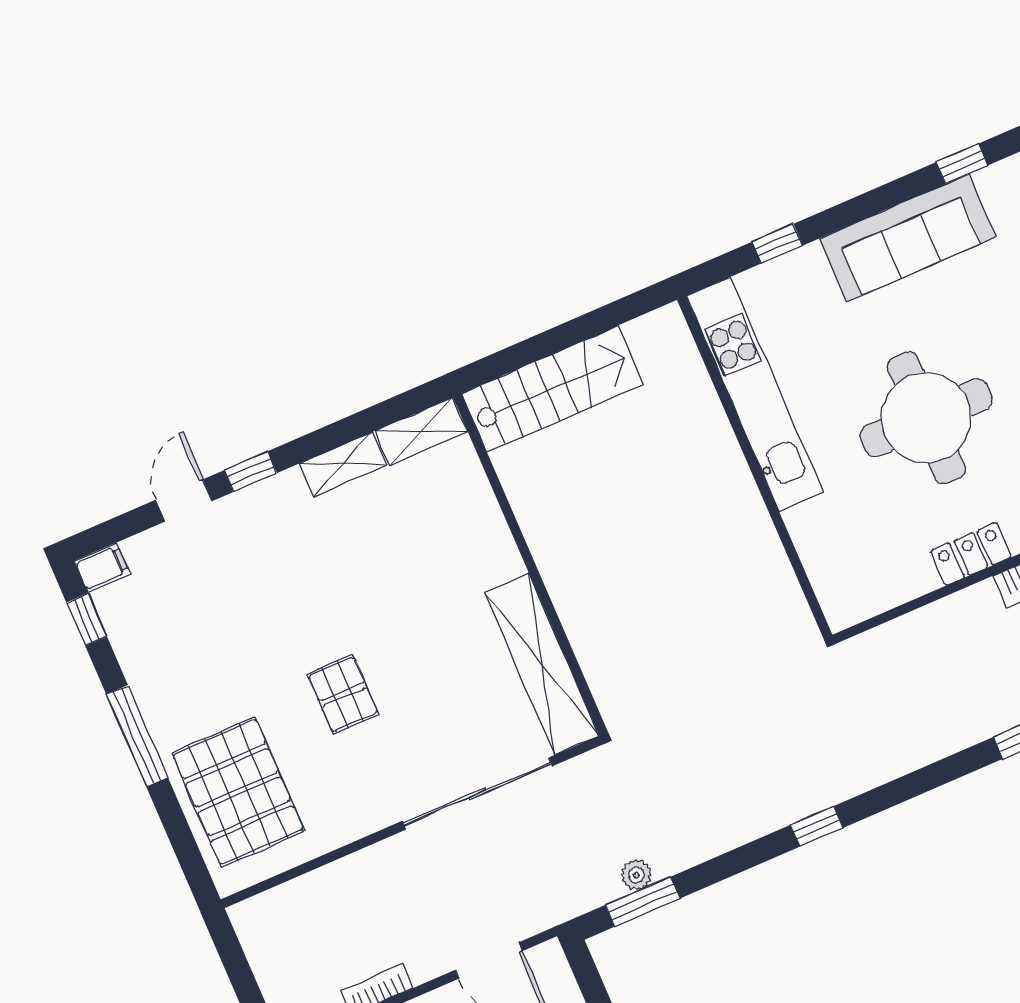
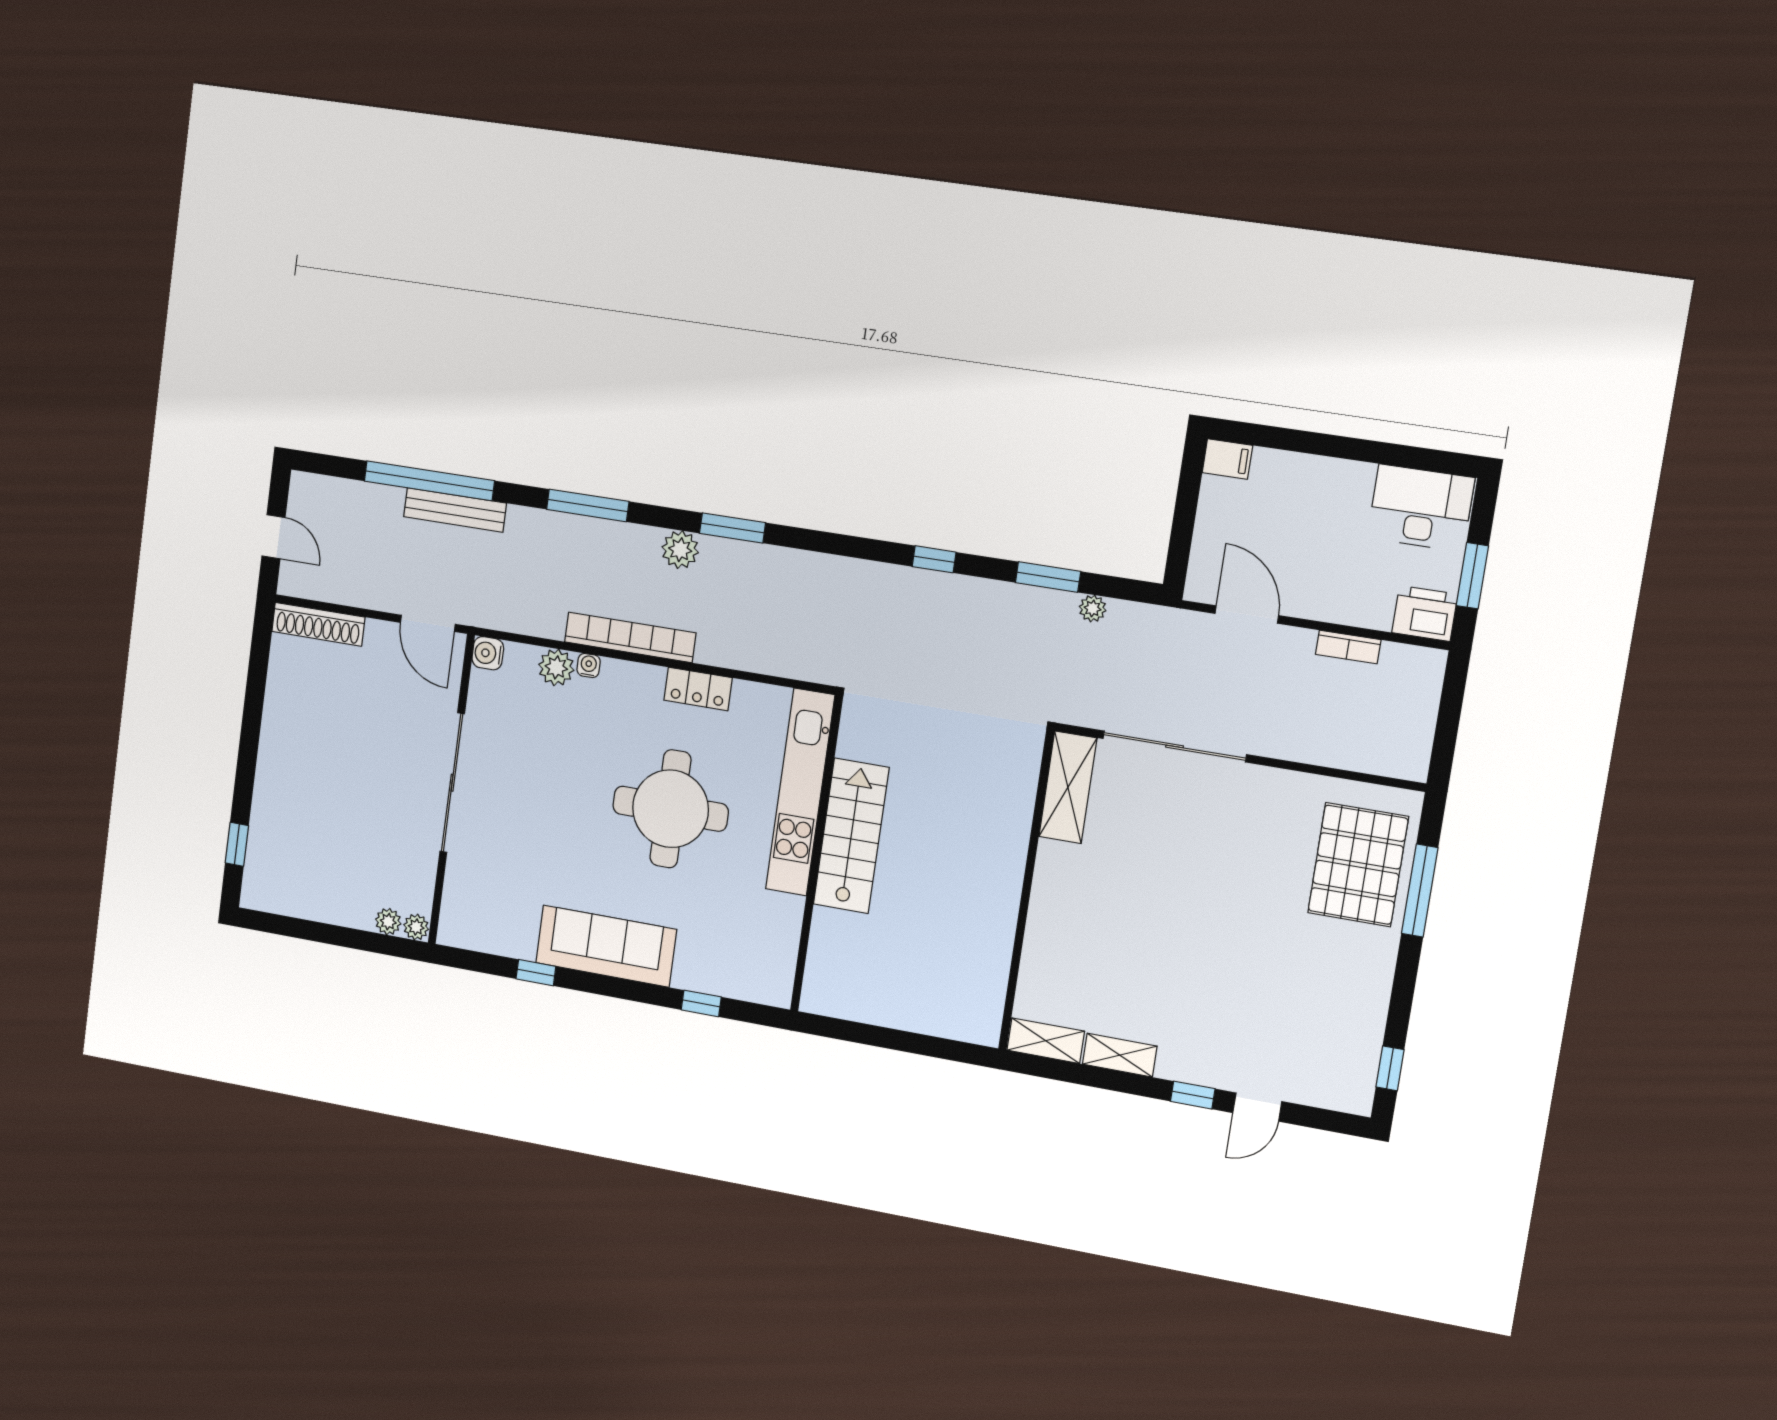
stairs: (552, 389) -> (851, 836), moved, turned 90
kitchen unit: (755, 394) -> (800, 792), moved
filing cabinet: (102, 568) -> (1352, 1099), removed
shelving: (542, 664) -> (1068, 787), width x0.68
pallet: (343, 694) -> (1230, 886), removed
window: (137, 736) -> (1420, 891), moved
window: (642, 902) -> (1048, 577), moved

